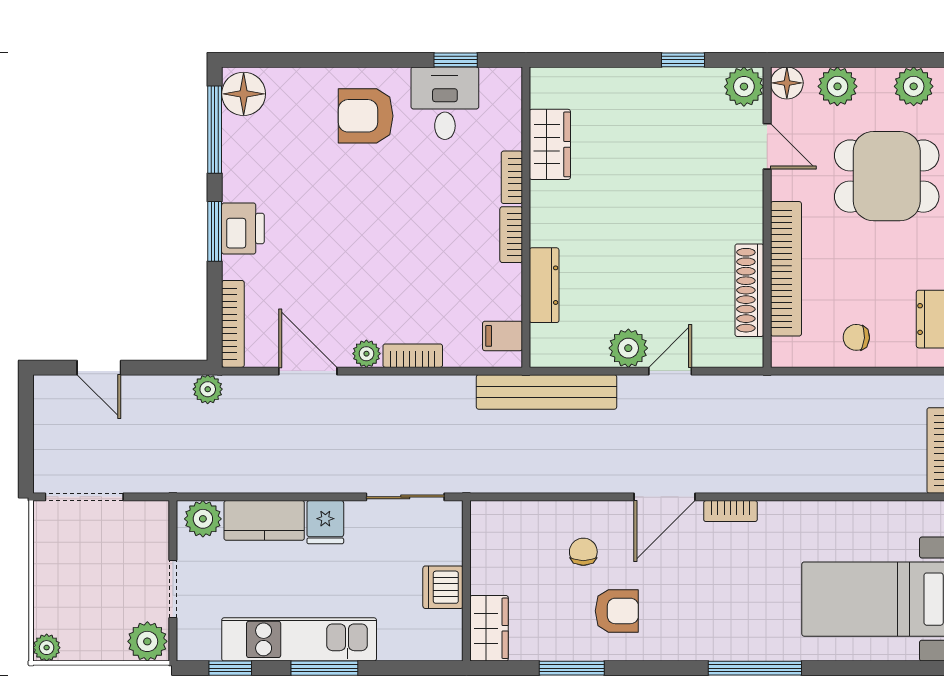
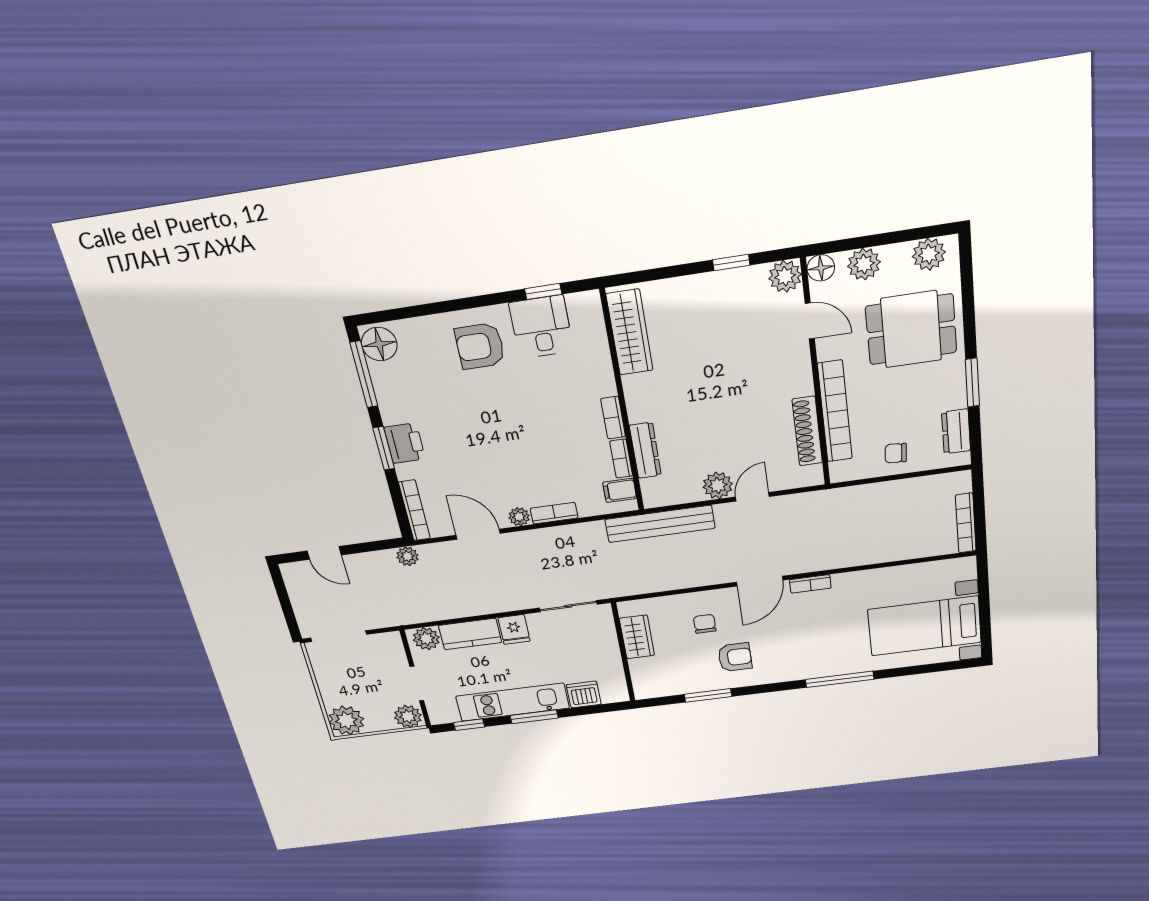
wardrobe: (550, 144) -> (630, 332), width x1.50
bookcase: (512, 177) -> (621, 459), moved
dishwasher: (443, 587) -> (584, 694), moved, turned 90
wardrobe: (489, 628) -> (637, 637), moved
plant: (47, 648) -> (346, 721), width x1.88, depth x1.88

